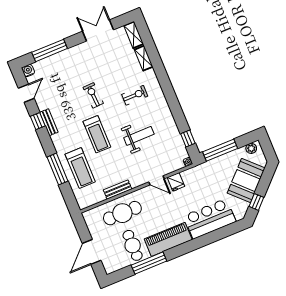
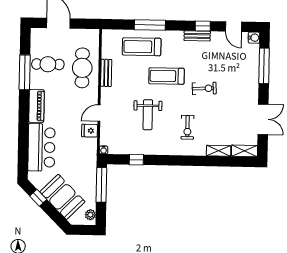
window: (188, 138) -> (136, 160), moved
piano: (168, 239) -> (36, 106), width x0.73, depth x0.75

